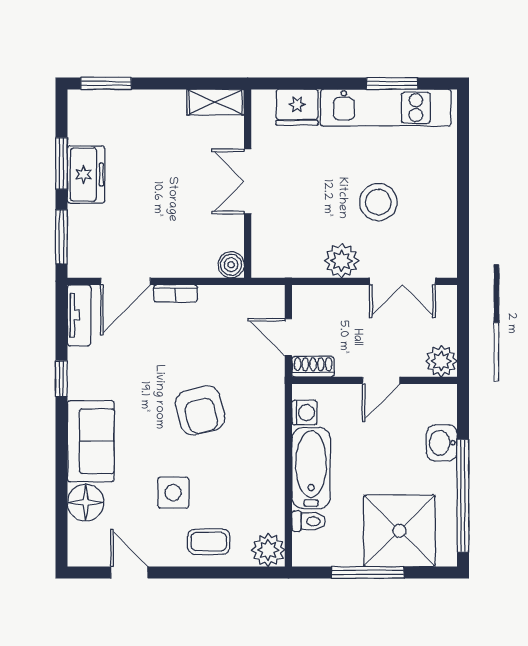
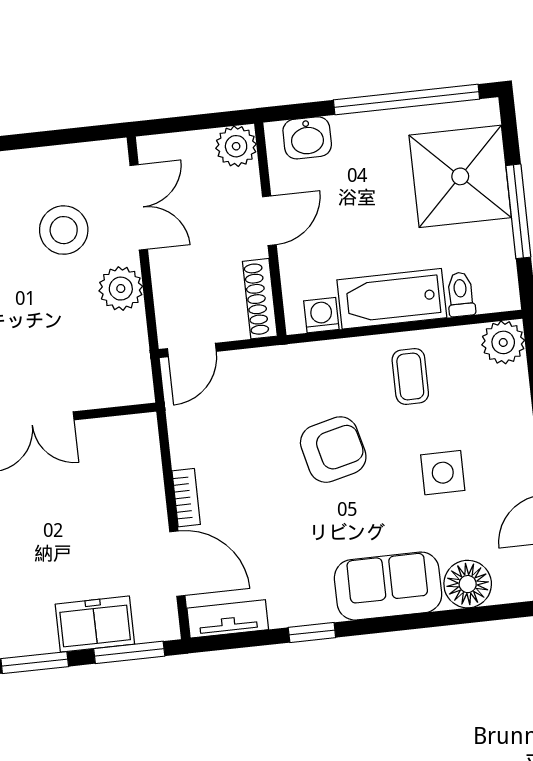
freezer: (86, 175) -> (95, 624), moved
stool: (378, 202) -> (64, 230), moved
boiler: (231, 265) -> (141, 430), removed
door: (288, 337) -> (192, 350), moved
shoe rack: (313, 367) -> (260, 299), width x1.43
door: (381, 380) -> (269, 221), hinge flipped
washbasin: (442, 443) -> (307, 138), moved
coffee table: (209, 542) -> (410, 376), moved

